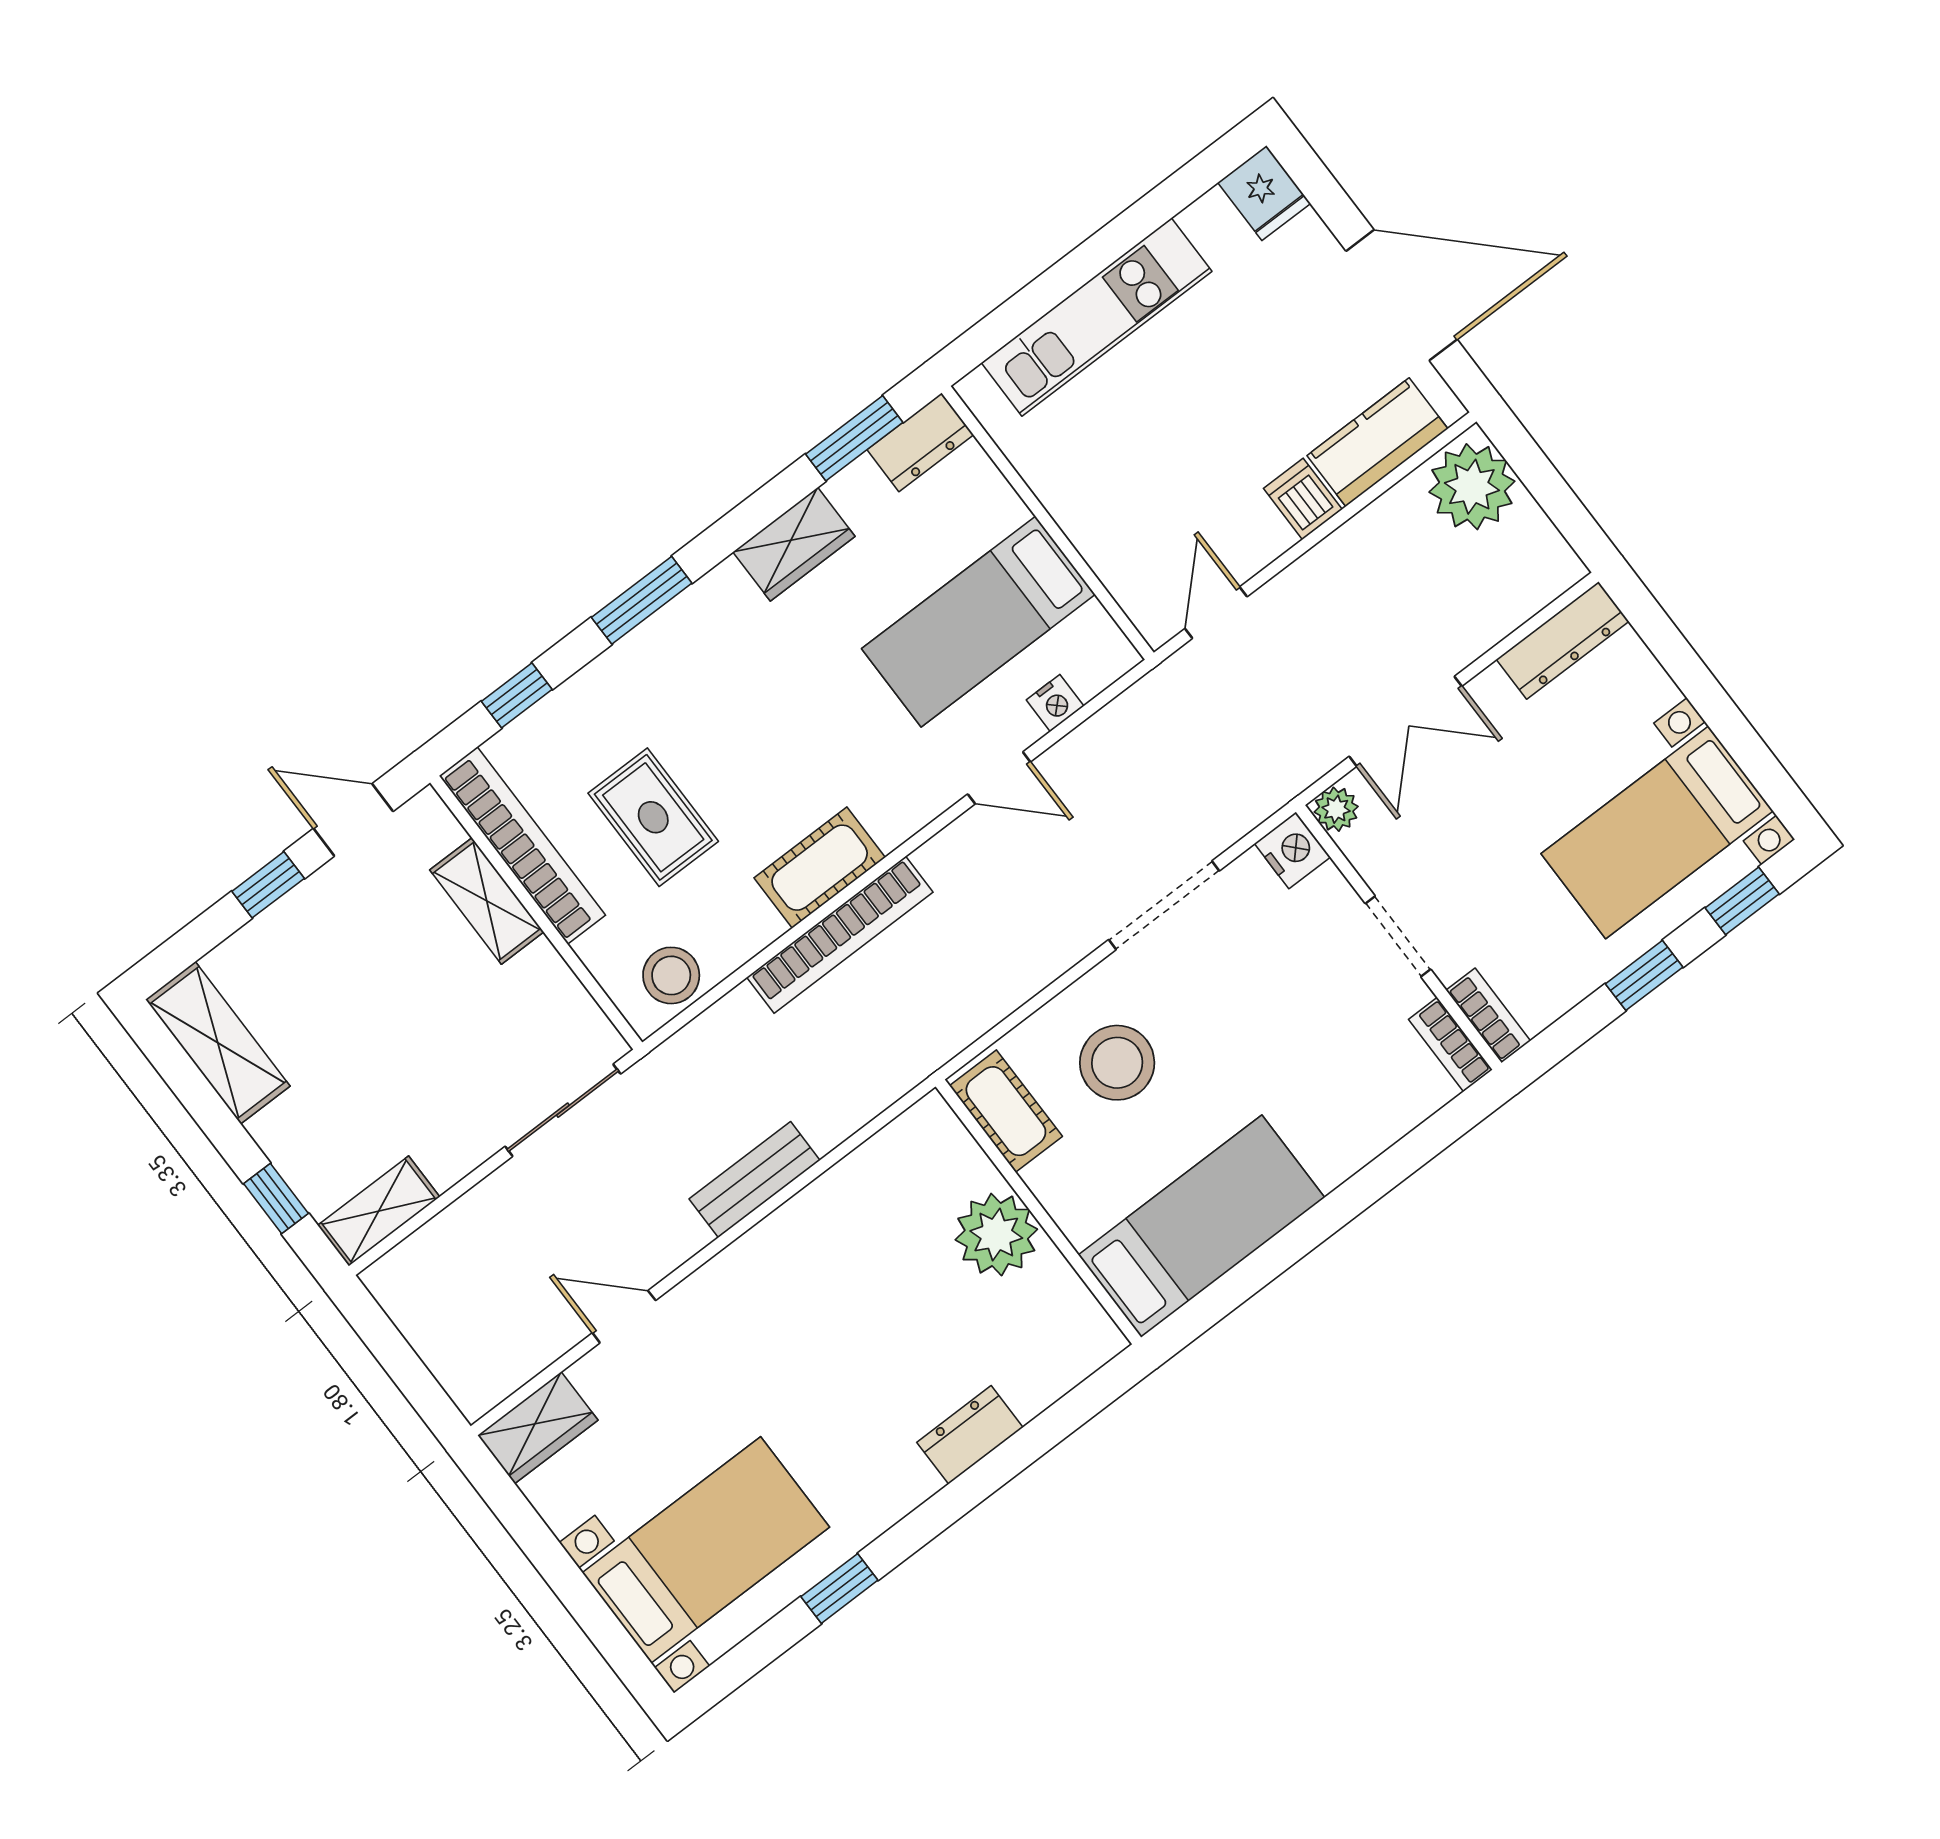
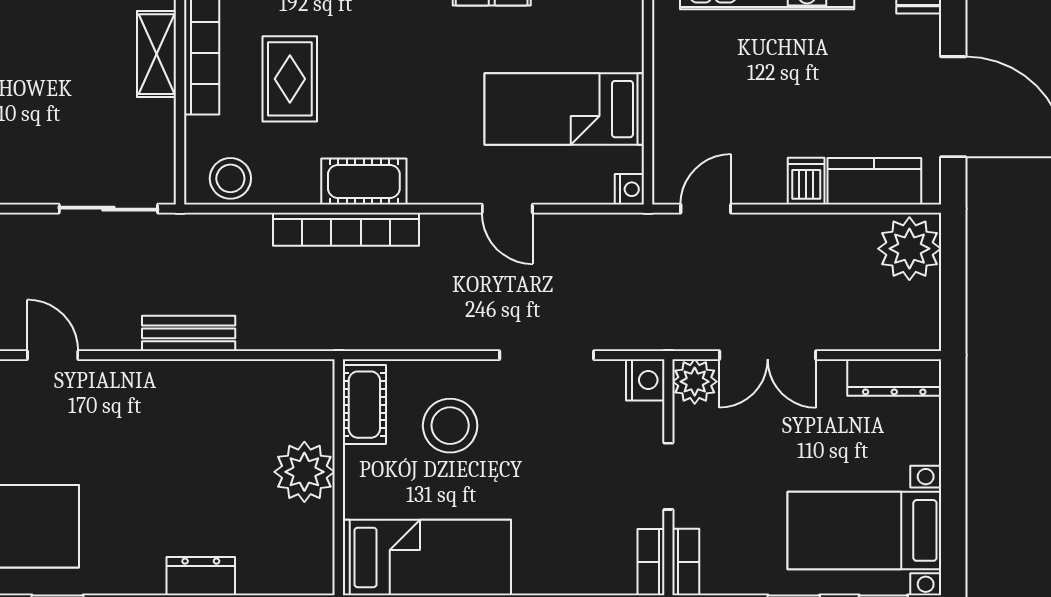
nightstand: (1055, 703) -> (629, 189), moved, turned -90
plant: (1336, 809) -> (695, 382), width x1.38, depth x1.38

